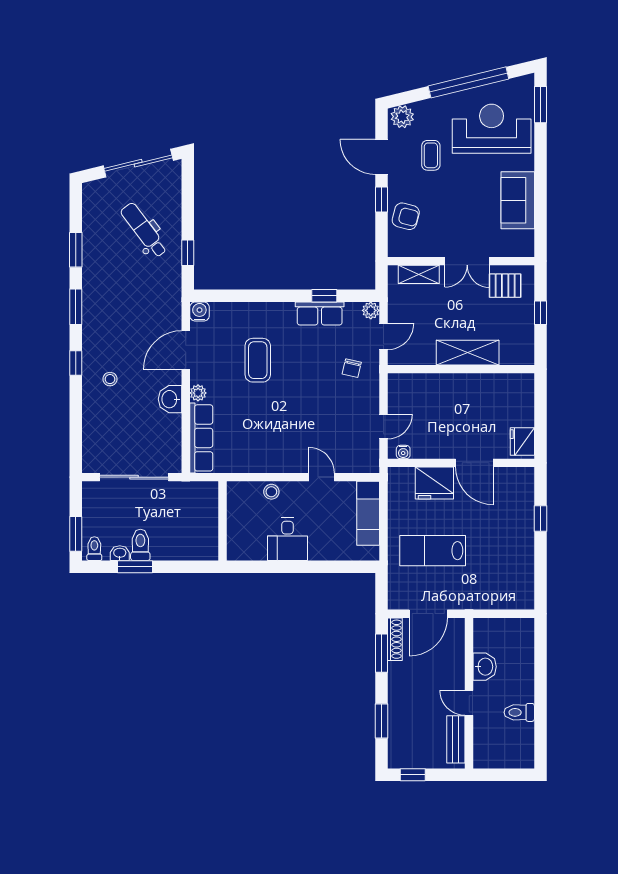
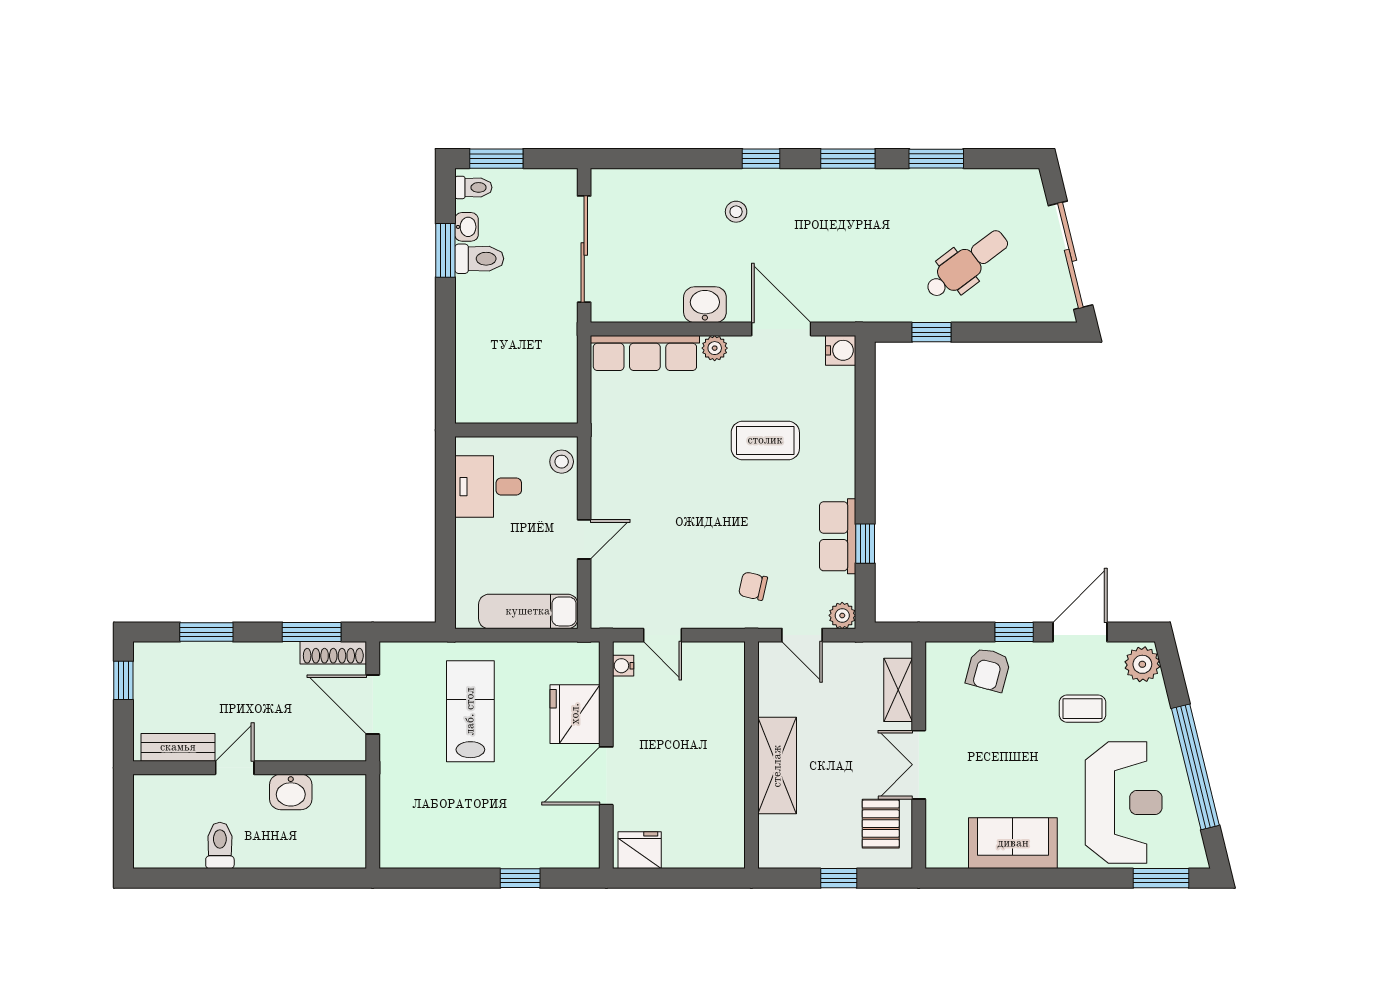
wall: (222, 521) -> (516, 430), moved

